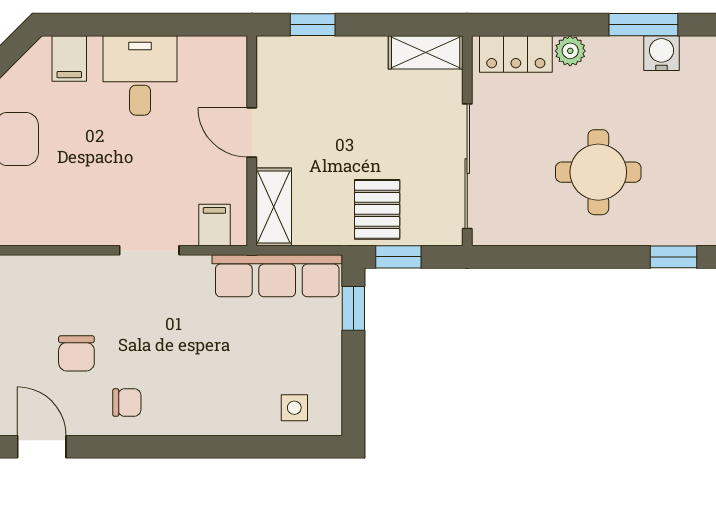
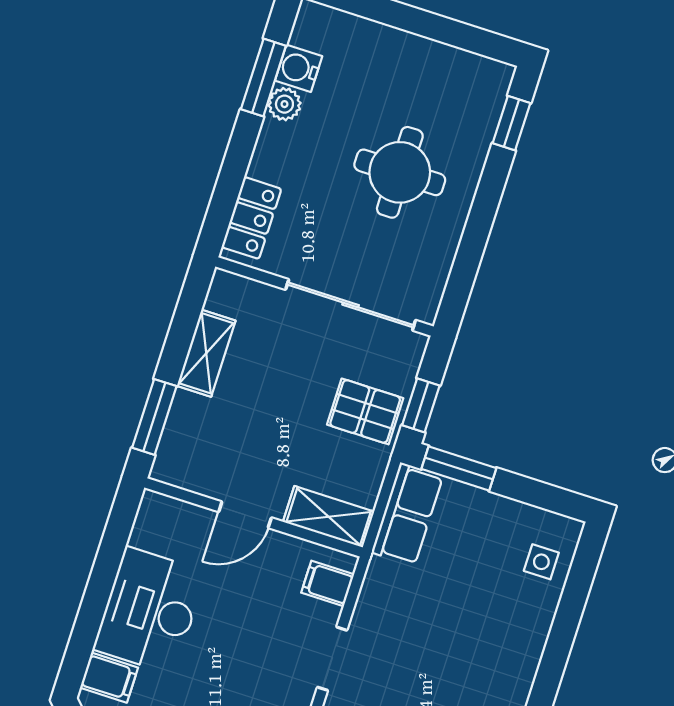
window: (313, 25) -> (154, 417), width x1.50
plant: (570, 51) -> (284, 104), moved
shelving: (426, 52) -> (206, 353), moved
desk: (140, 75) -> (150, 611), width x1.37
row of seats: (277, 276) -> (407, 514), width x0.68
window: (353, 308) -> (459, 469), width x1.50

